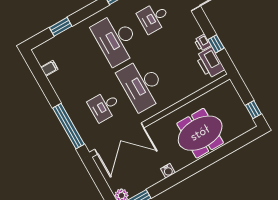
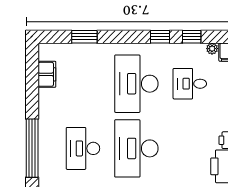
filing cabinet: (49, 68) -> (47, 74), width x2.00
desk: (104, 106) -> (83, 148), width x1.37

